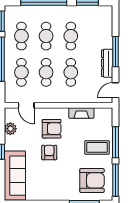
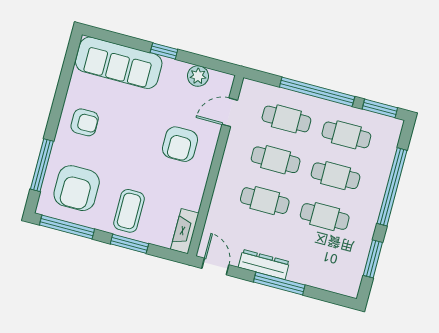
fireplace: (81, 113) -> (185, 231), moved
window: (115, 142) -> (129, 244), width x0.69
armchair: (49, 152) -> (85, 122), moved

